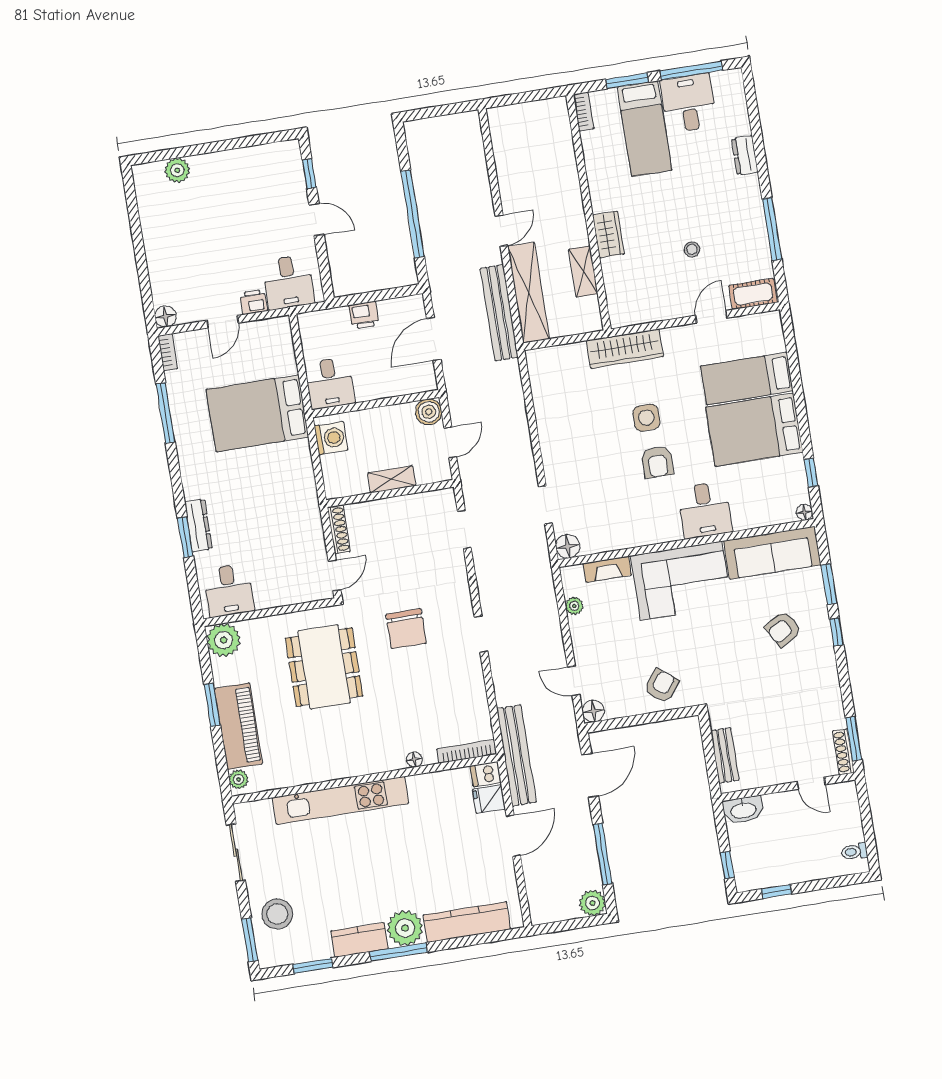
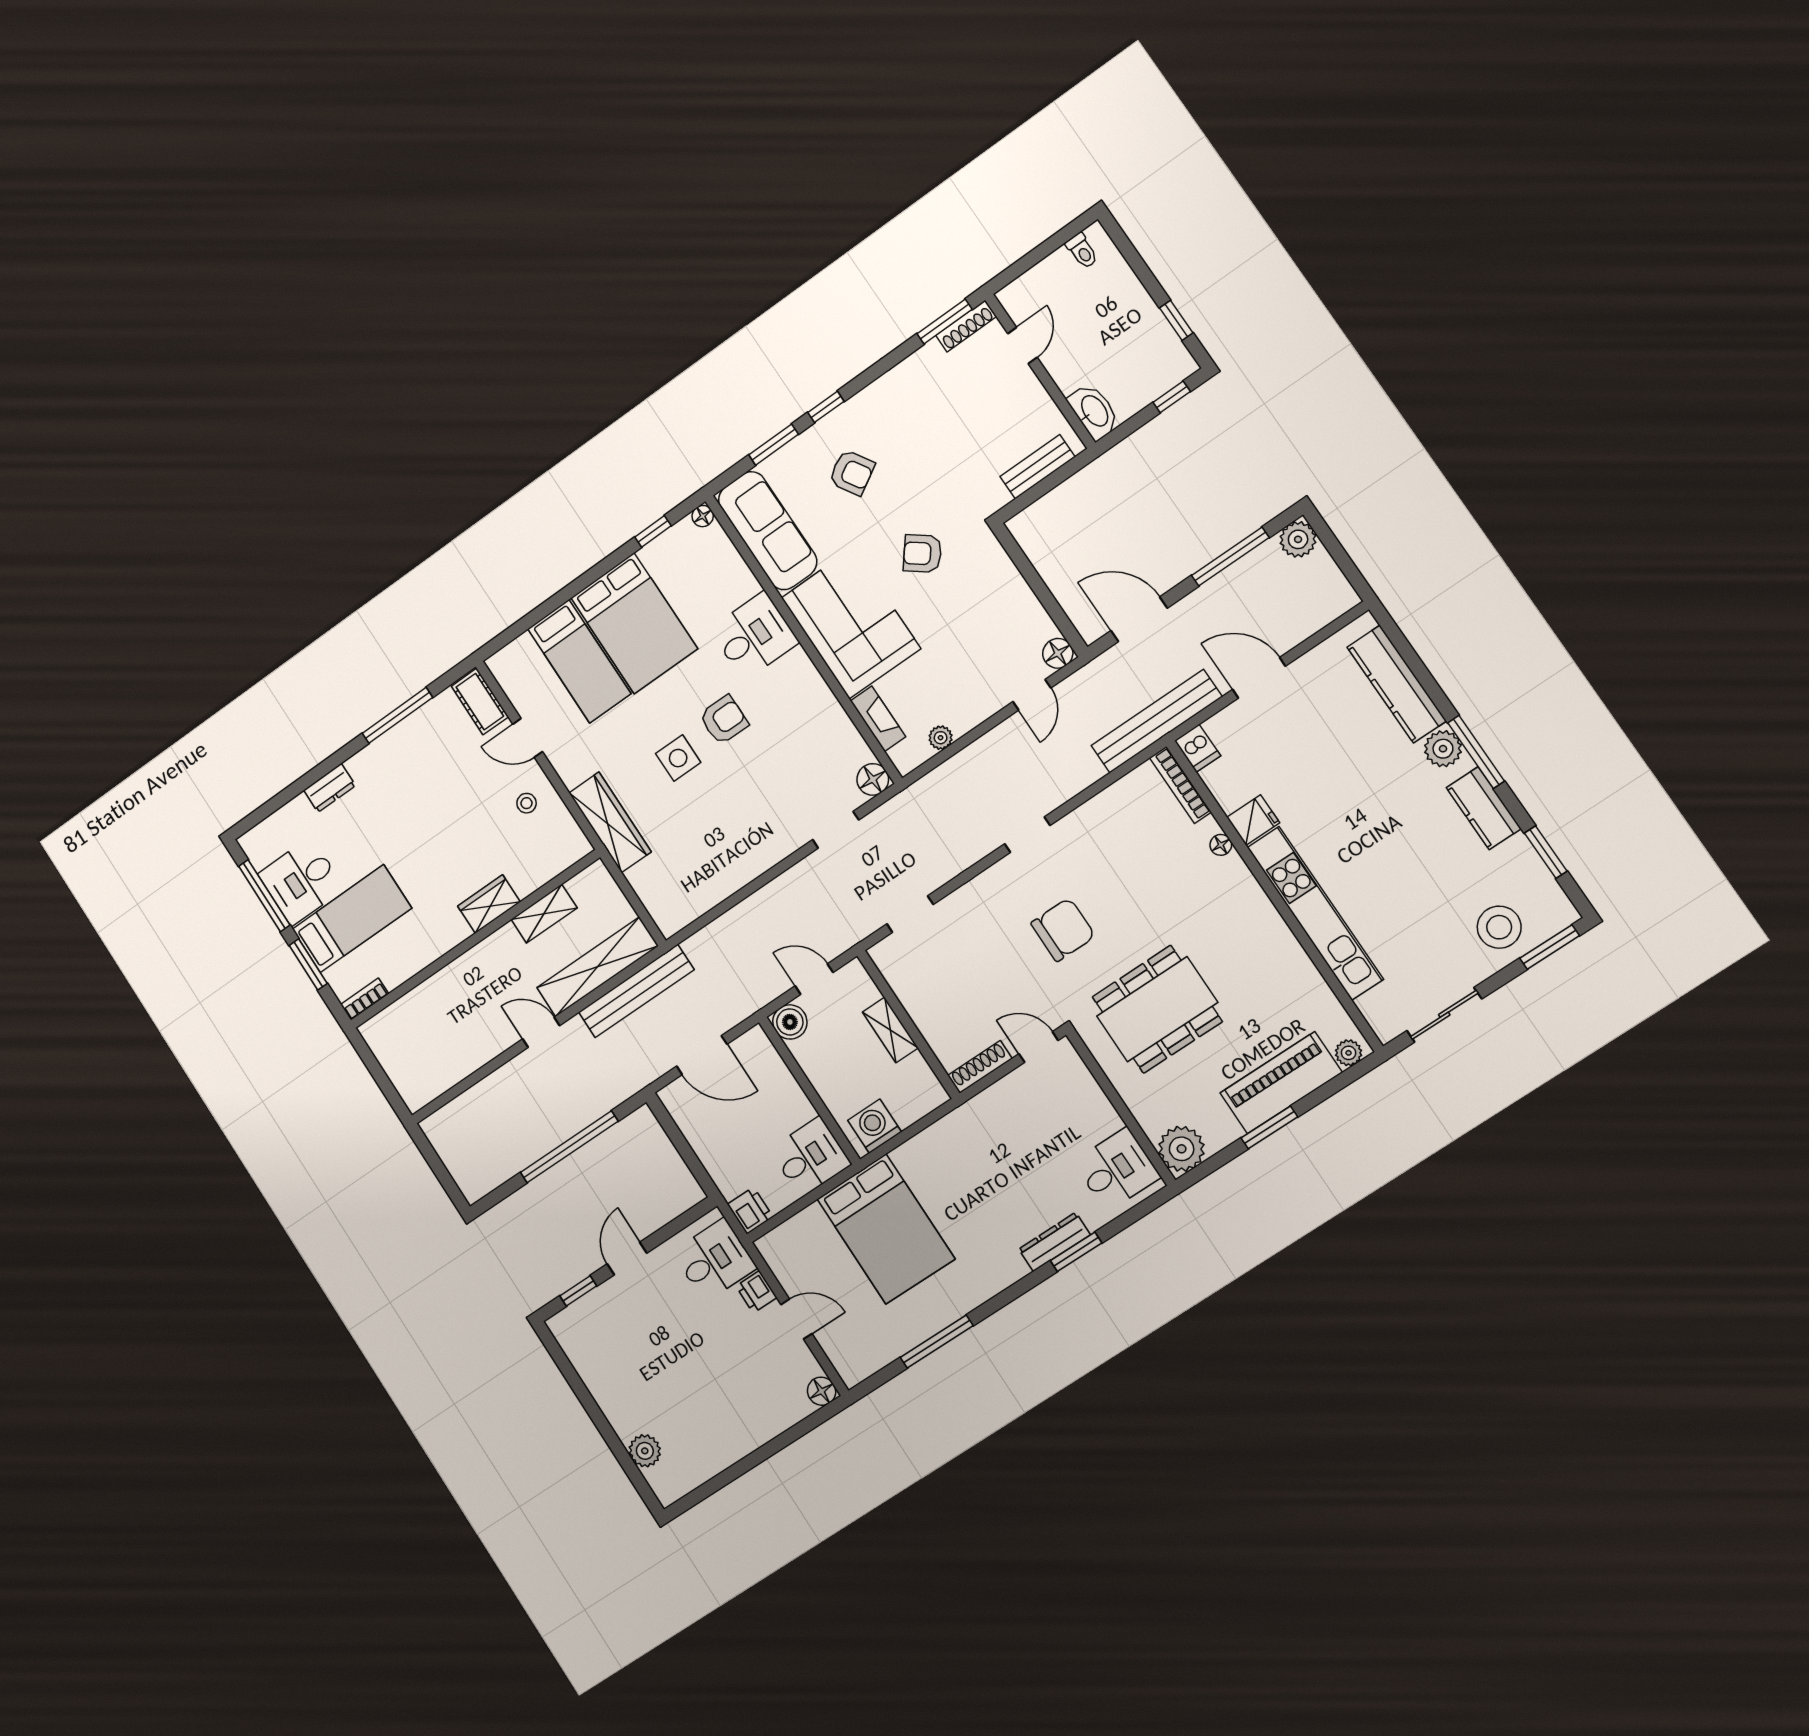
stool: (692, 249) -> (527, 803), moved
printer: (364, 315) -> (750, 1211), moved
bookcase: (168, 352) -> (863, 1370), removed
armchair: (661, 686) -> (922, 554), moved
fridge: (489, 799) -> (1253, 820), moved, turned -90
plant: (405, 928) -> (1443, 749), width x0.73, depth x0.73

